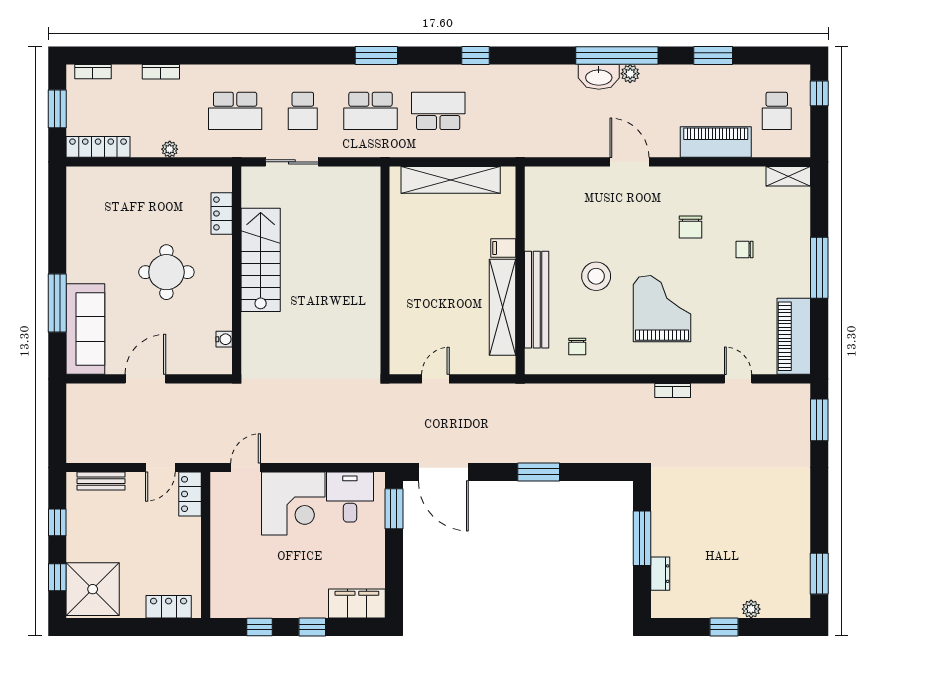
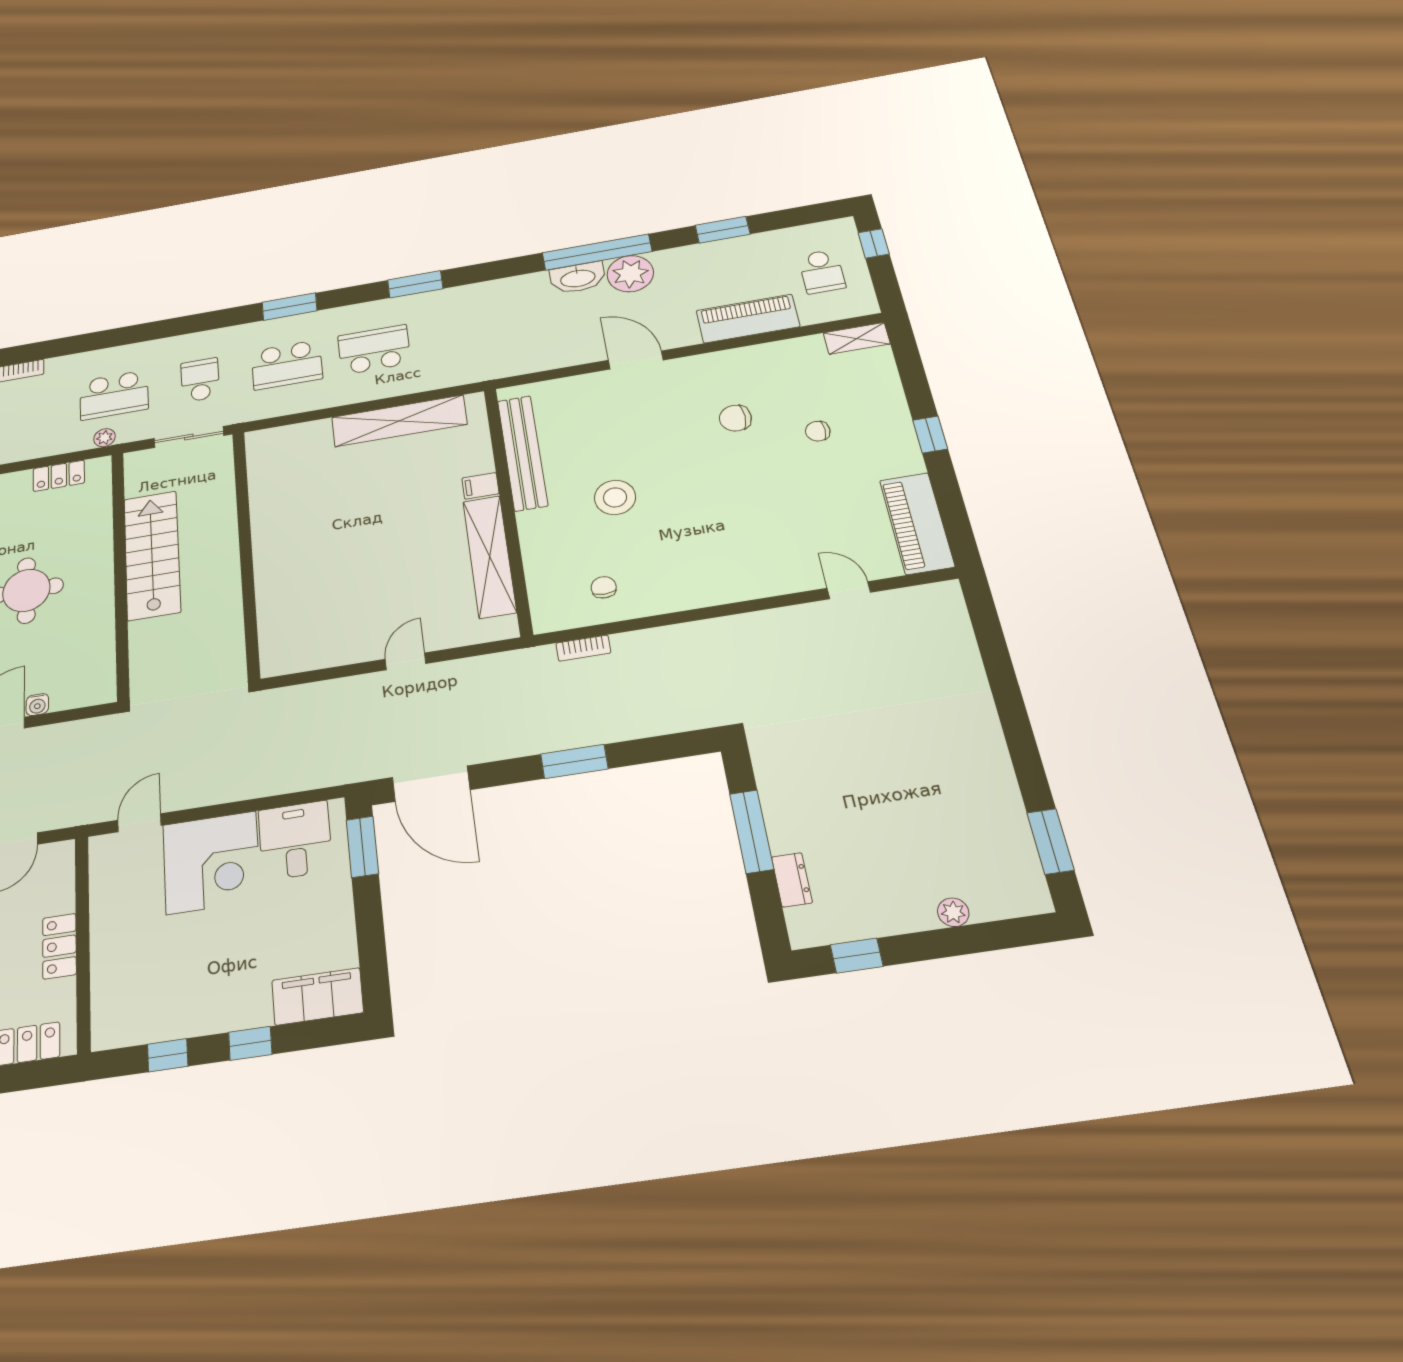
window: (475, 56) -> (415, 284), width x1.50
plant: (630, 74) -> (630, 274), width x1.88, depth x1.88
school desk: (303, 111) -> (200, 380), turned 180
plant: (170, 149) -> (104, 438), moved
locker: (222, 213) -> (59, 476), moved, turned -90
chair: (690, 227) -> (735, 418), turned 90
window: (819, 268) -> (930, 435), width x0.46
wall: (385, 270) -> (246, 552), moved
bench: (537, 300) -> (522, 453), moved
grand piano: (662, 309) -> (717, 521), removed
water cooler: (224, 339) -> (37, 705), moved, turned 90
chair: (577, 346) -> (604, 587), turned 180
bookcase: (673, 390) -> (583, 648), moved
window: (819, 420) -> (986, 624), removed
locker: (190, 494) -> (59, 946), moved
window: (724, 627) -> (857, 956), moved

